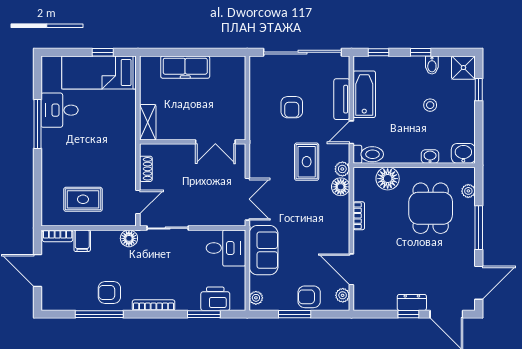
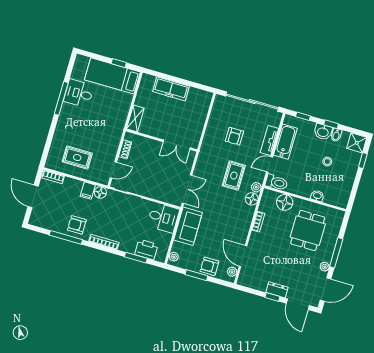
washbasin: (463, 153) -> (323, 132), moved, turned 180
plant: (468, 191) -> (325, 267), moved
filing cabinet: (82, 241) -> (88, 191), moved

